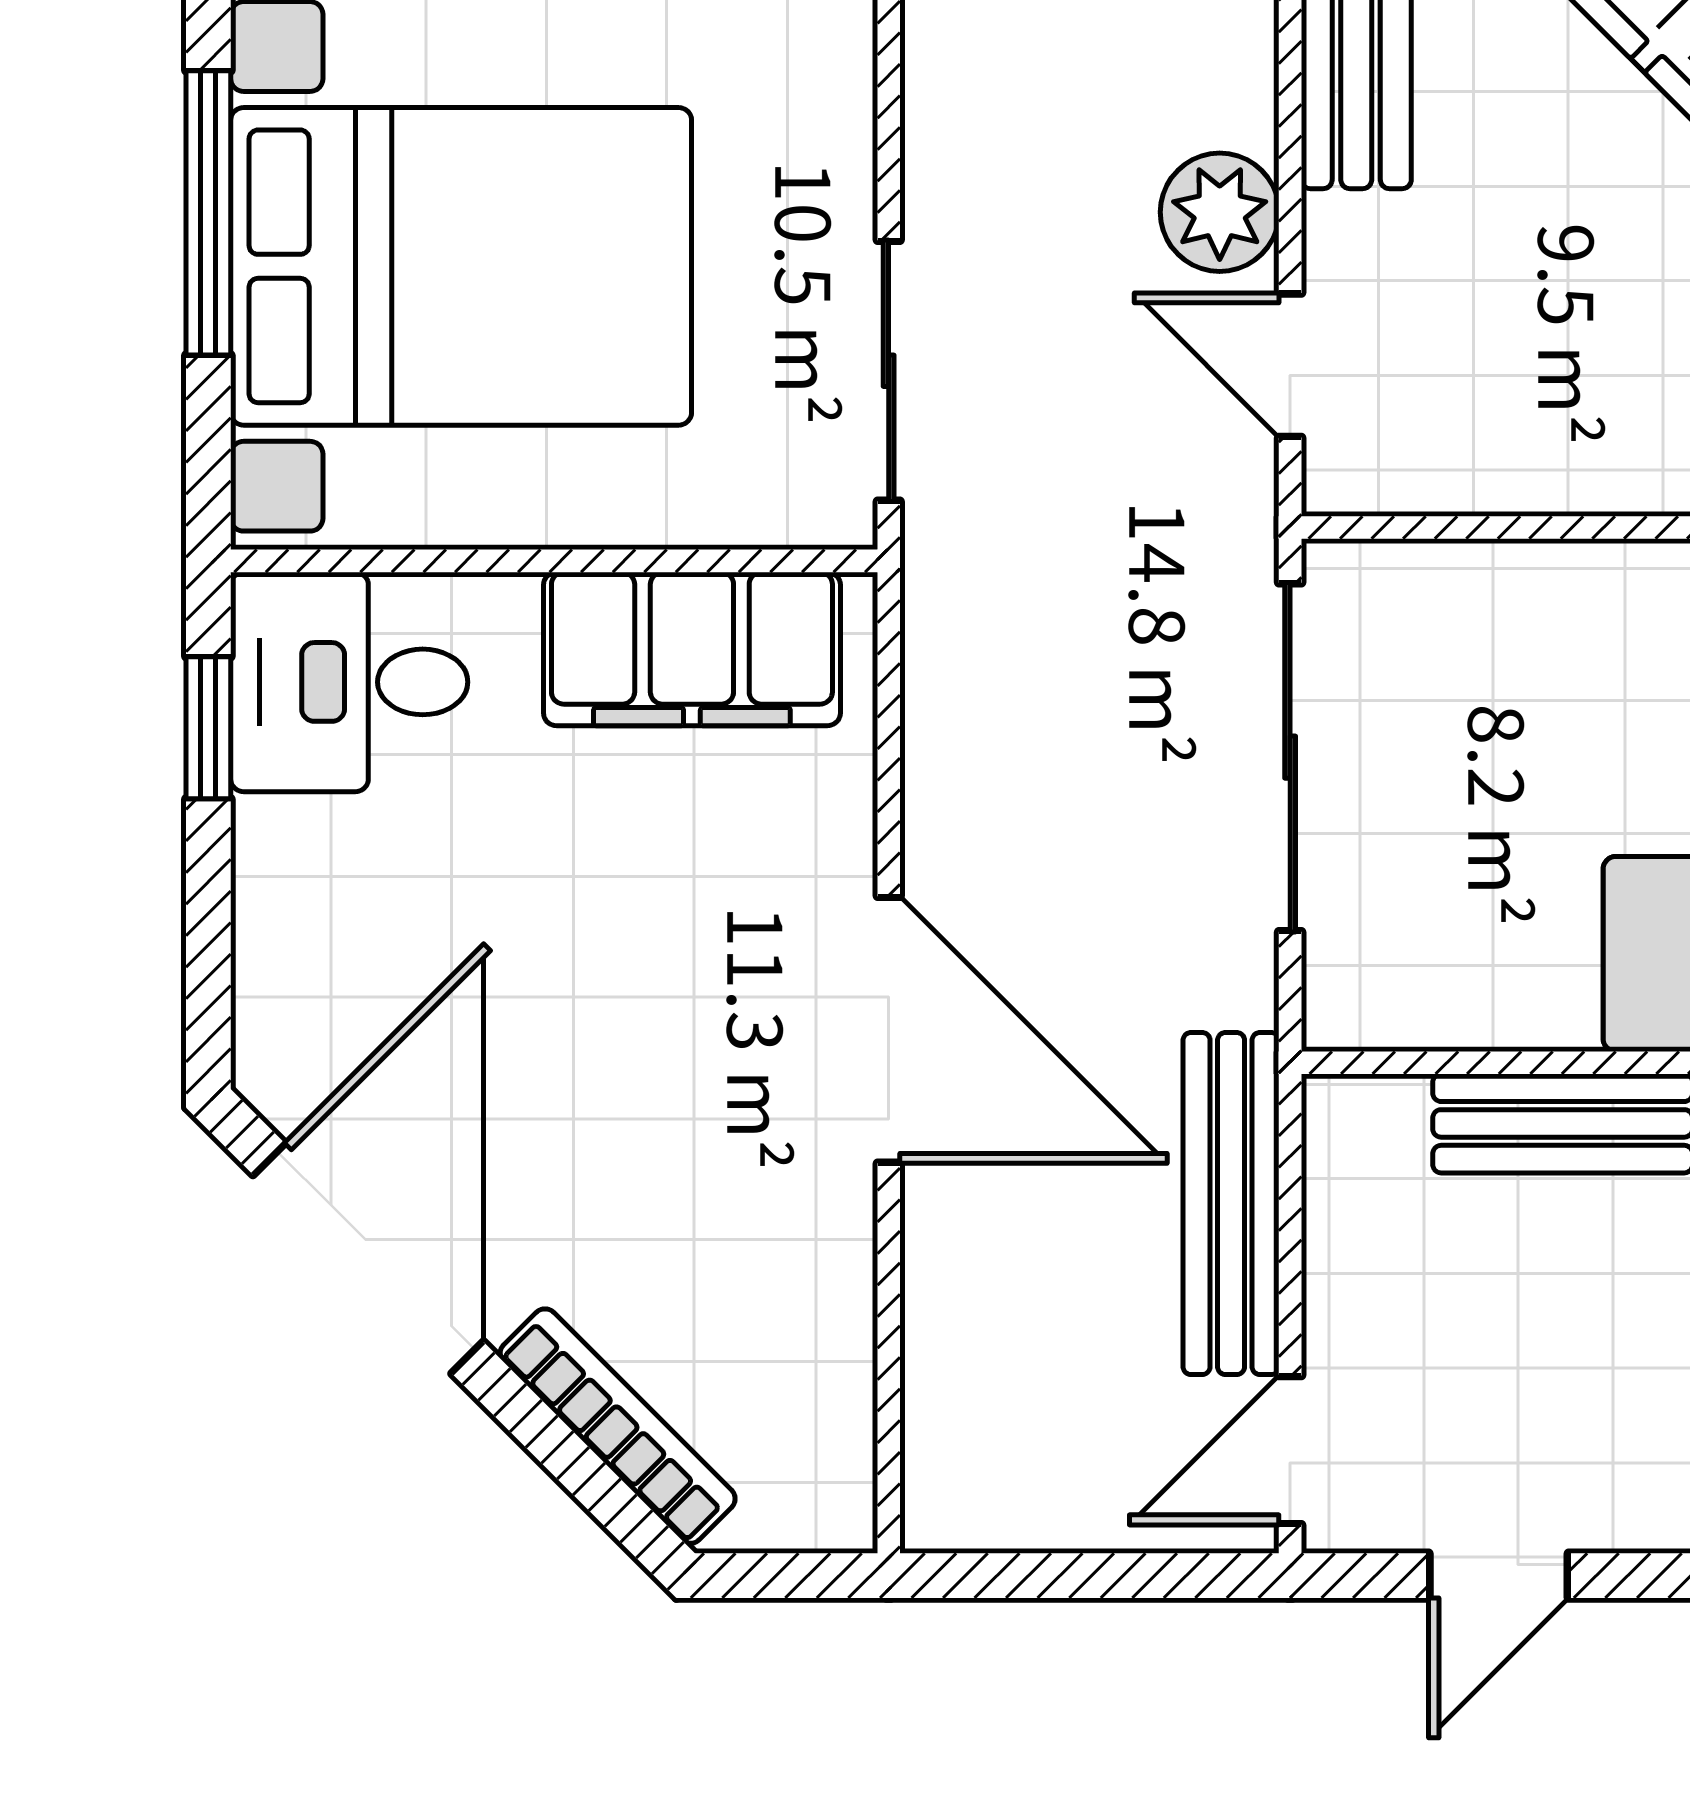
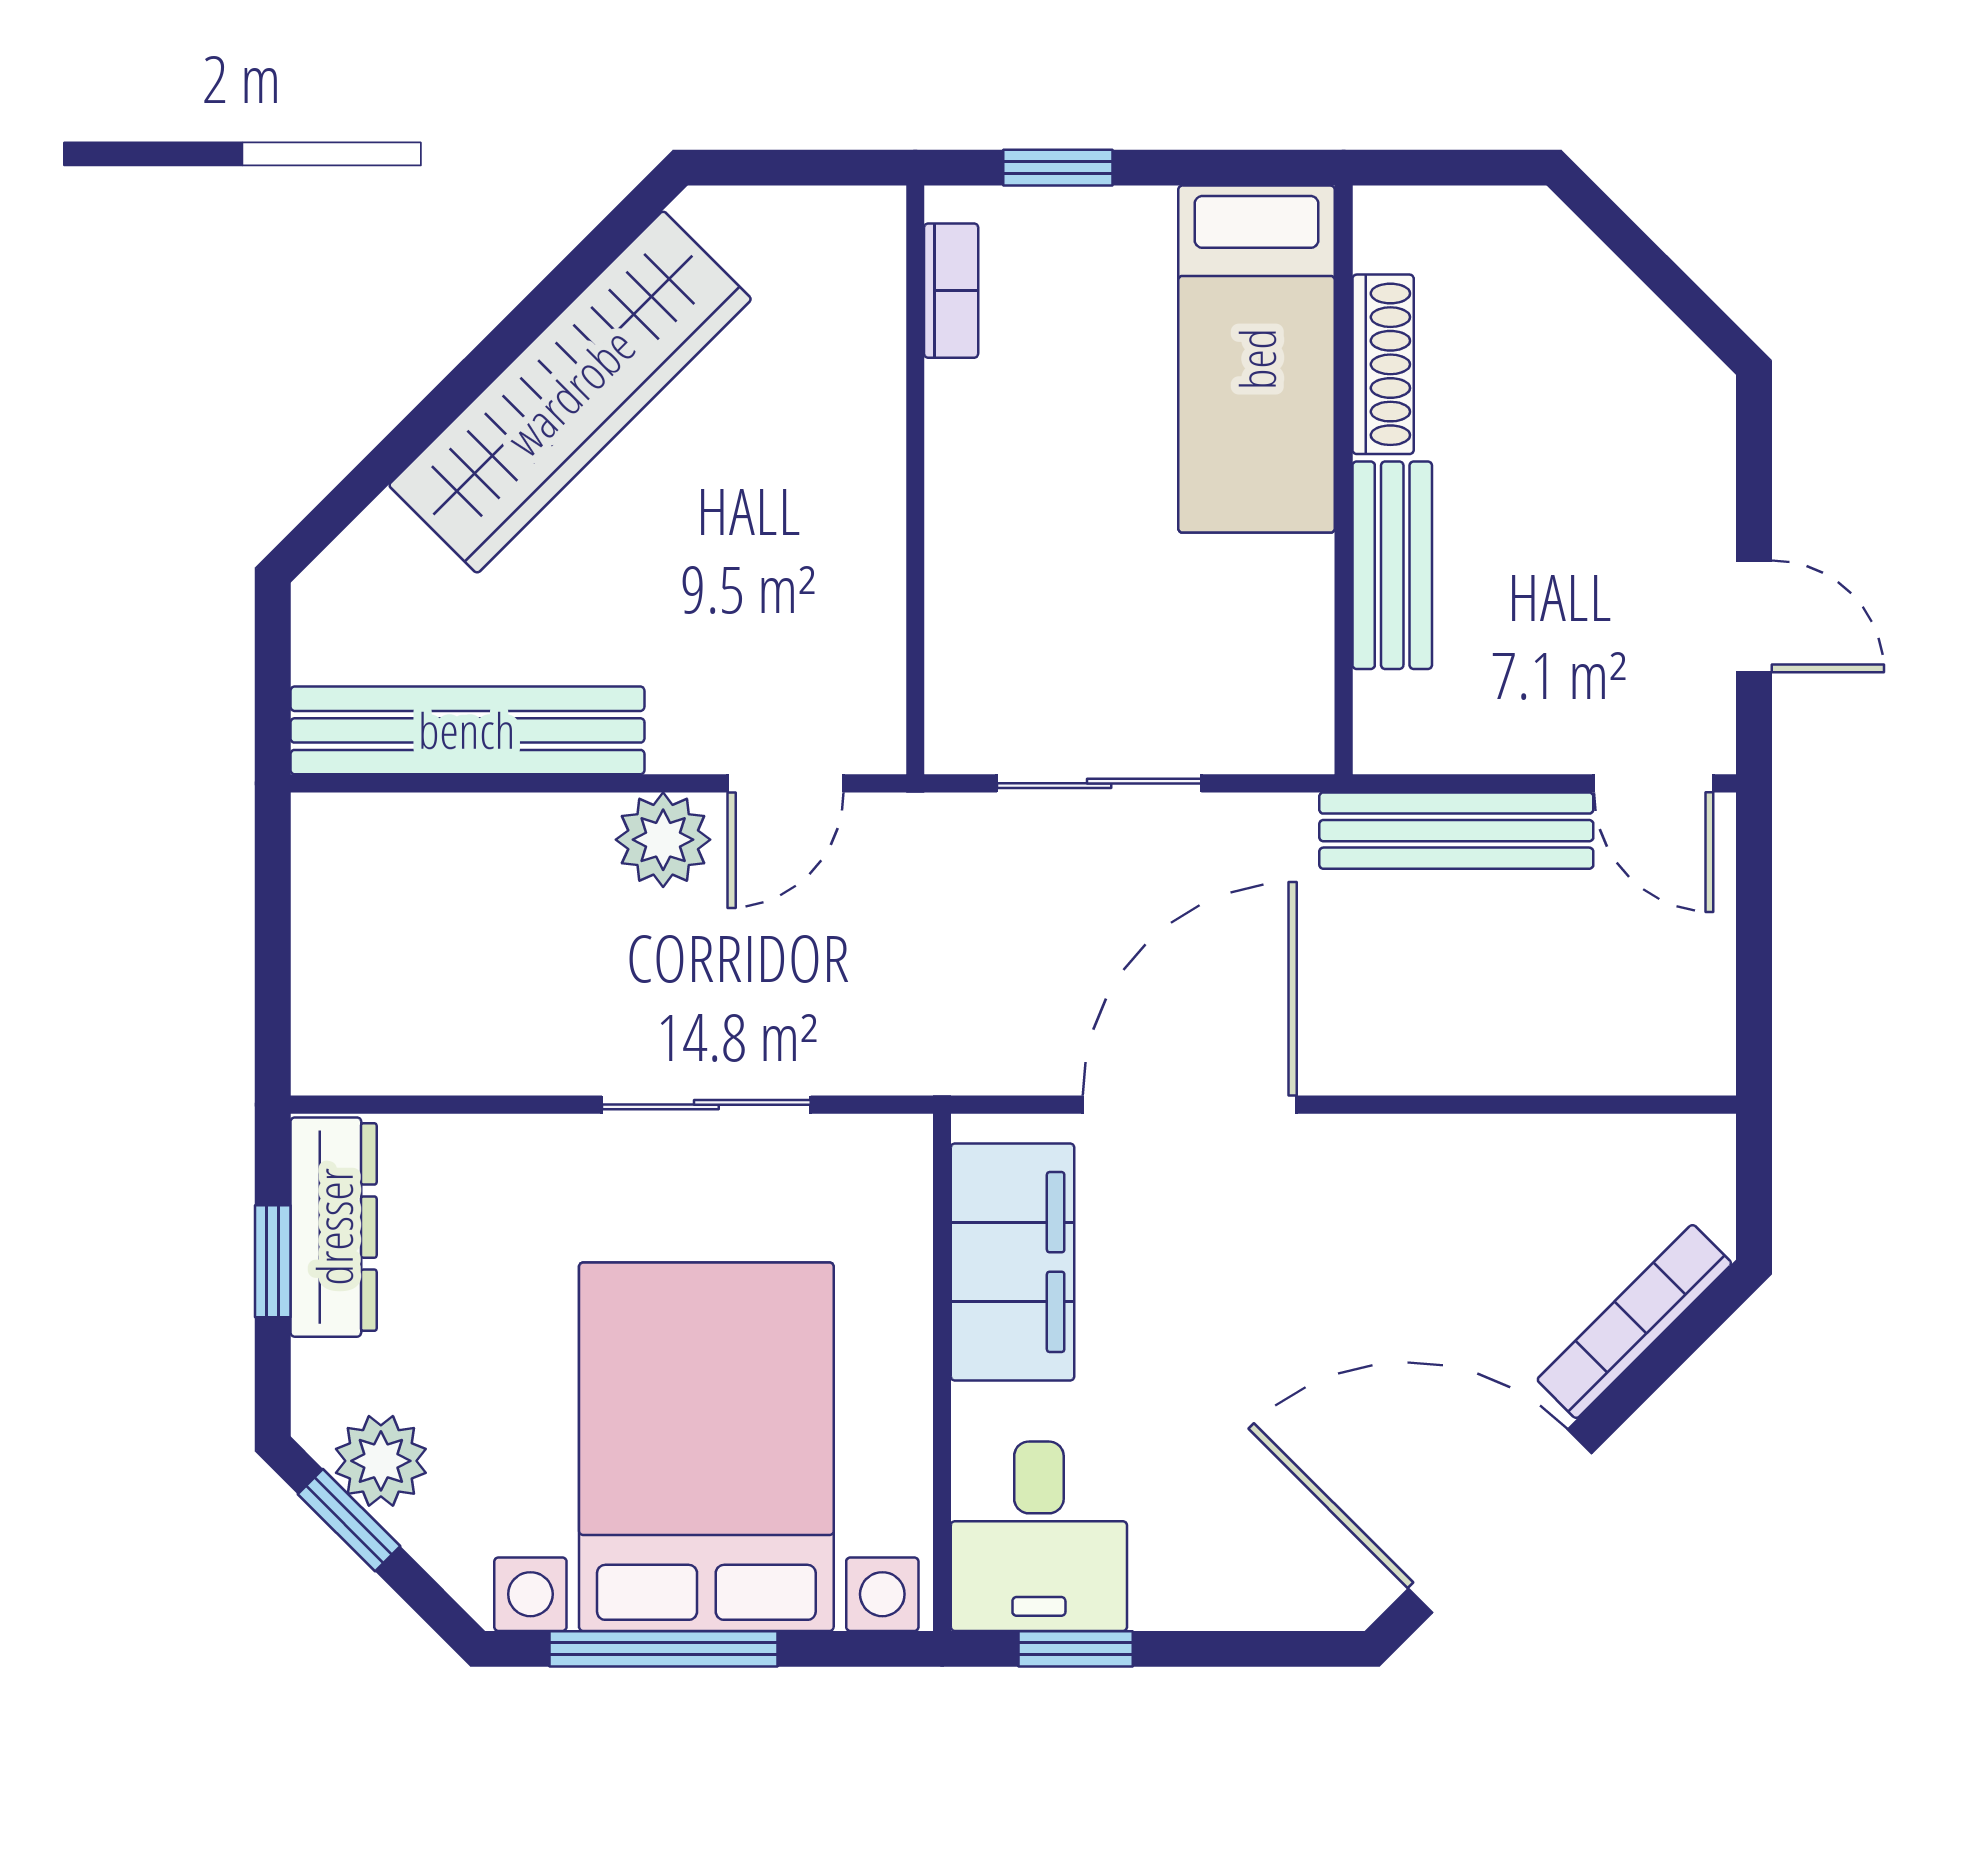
sliding door: (889, 371) -> (706, 1105), moved
sliding door: (1290, 757) -> (1099, 783), width x0.73
door: (889, 1030) -> (1190, 1105), moved

